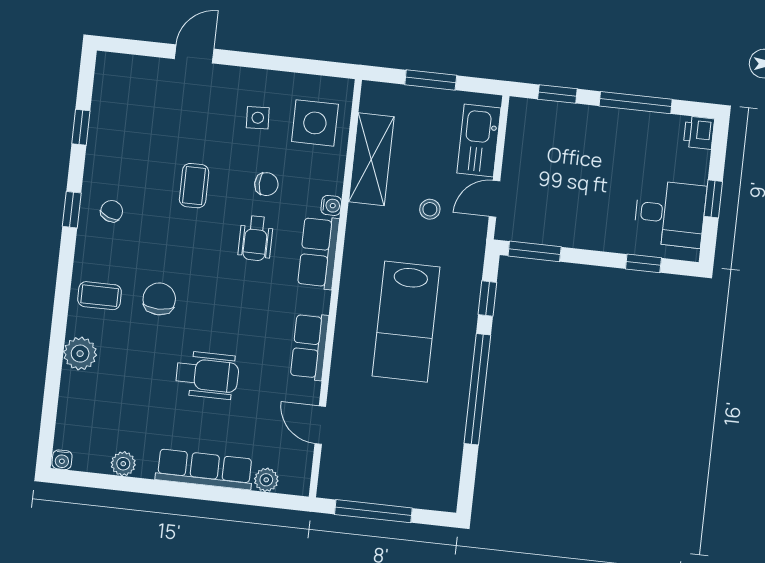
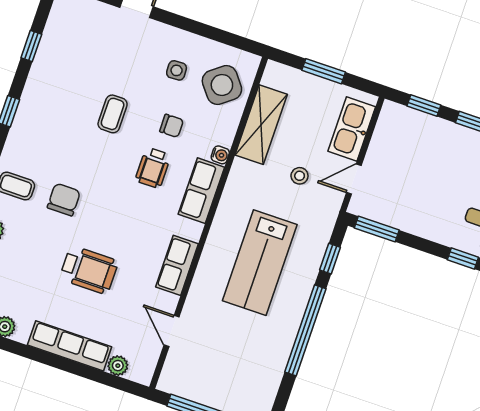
side table: (315, 123) -> (222, 85), turned -38
chair: (112, 211) -> (41, 120), removed

